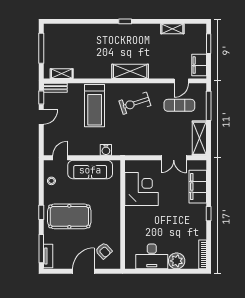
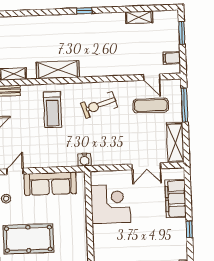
filing cabinet: (199, 65) -> (172, 58), width x0.50
shelving: (130, 71) -> (58, 70), moved
door: (181, 81) -> (152, 77), hinge flipped
treadmill: (95, 106) -> (53, 109), width x0.73, depth x0.73
water cooler: (106, 150) -> (85, 160), moved

